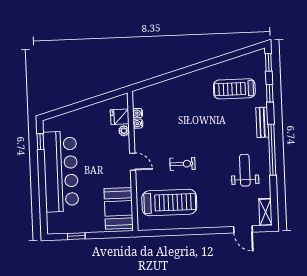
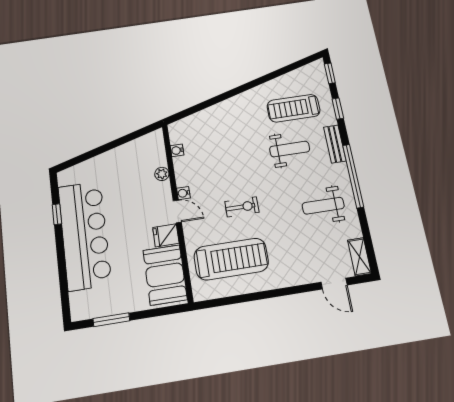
fridge: (120, 117) -> (166, 235), moved
weight bench: (226, 122) -> (290, 149), added
water cooler: (138, 124) -> (183, 193), moved
window: (40, 142) -> (57, 214), moved
weight bench: (245, 170) -> (323, 206), turned -90
window: (76, 236) -> (111, 320), width x1.50

